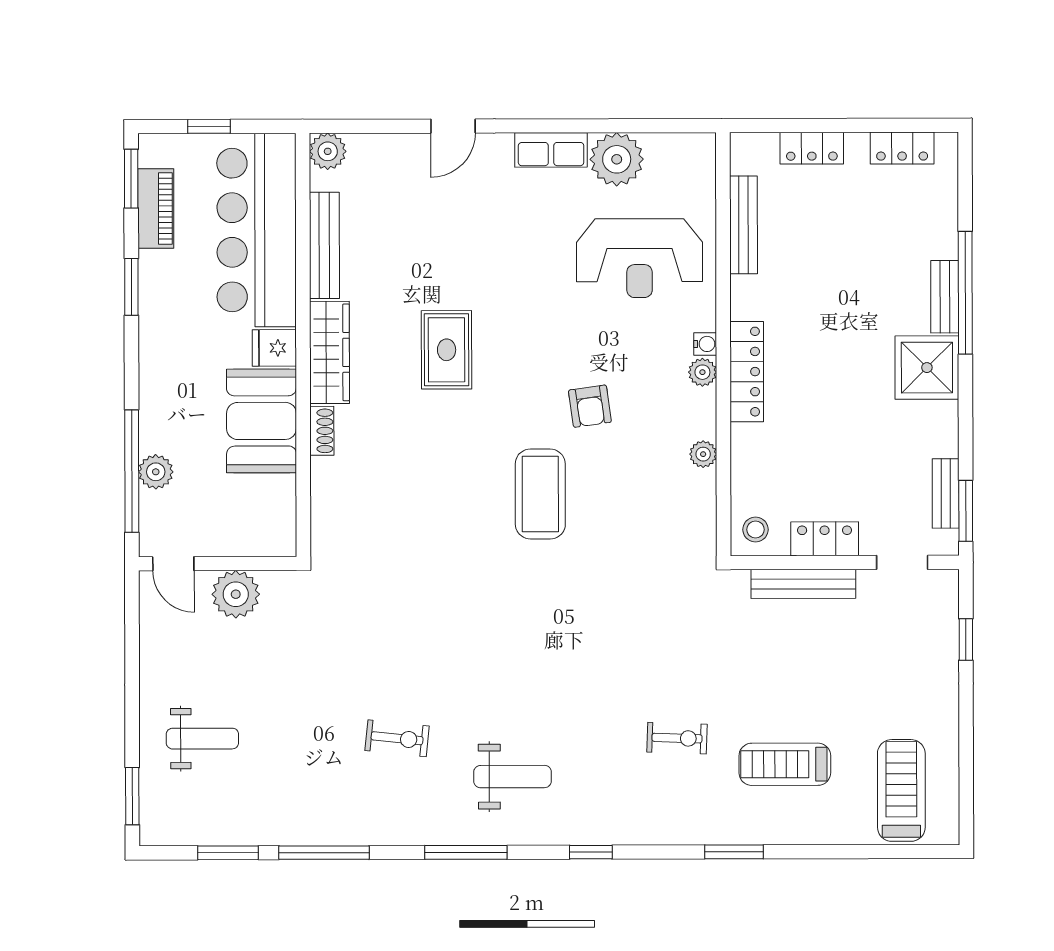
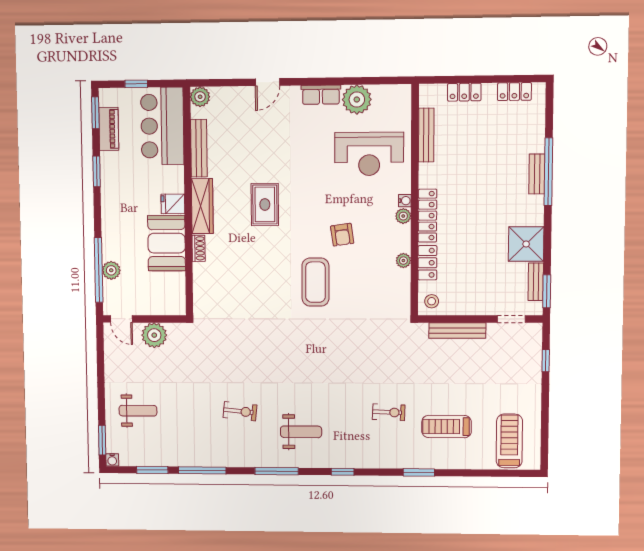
bar counter: (257, 230) -> (162, 126), width x0.73
shower: (927, 368) -> (526, 244), moved
locker: (825, 539) -> (427, 263), moved, turned 90
water cooler: (151, 834) -> (112, 460), added

